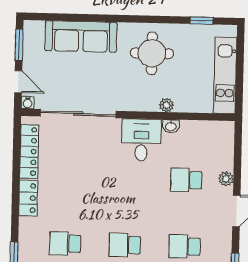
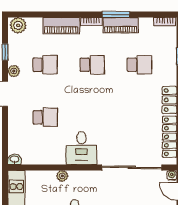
washbasin: (171, 126) -> (14, 159), moved
plant: (226, 179) -> (14, 71), moved

